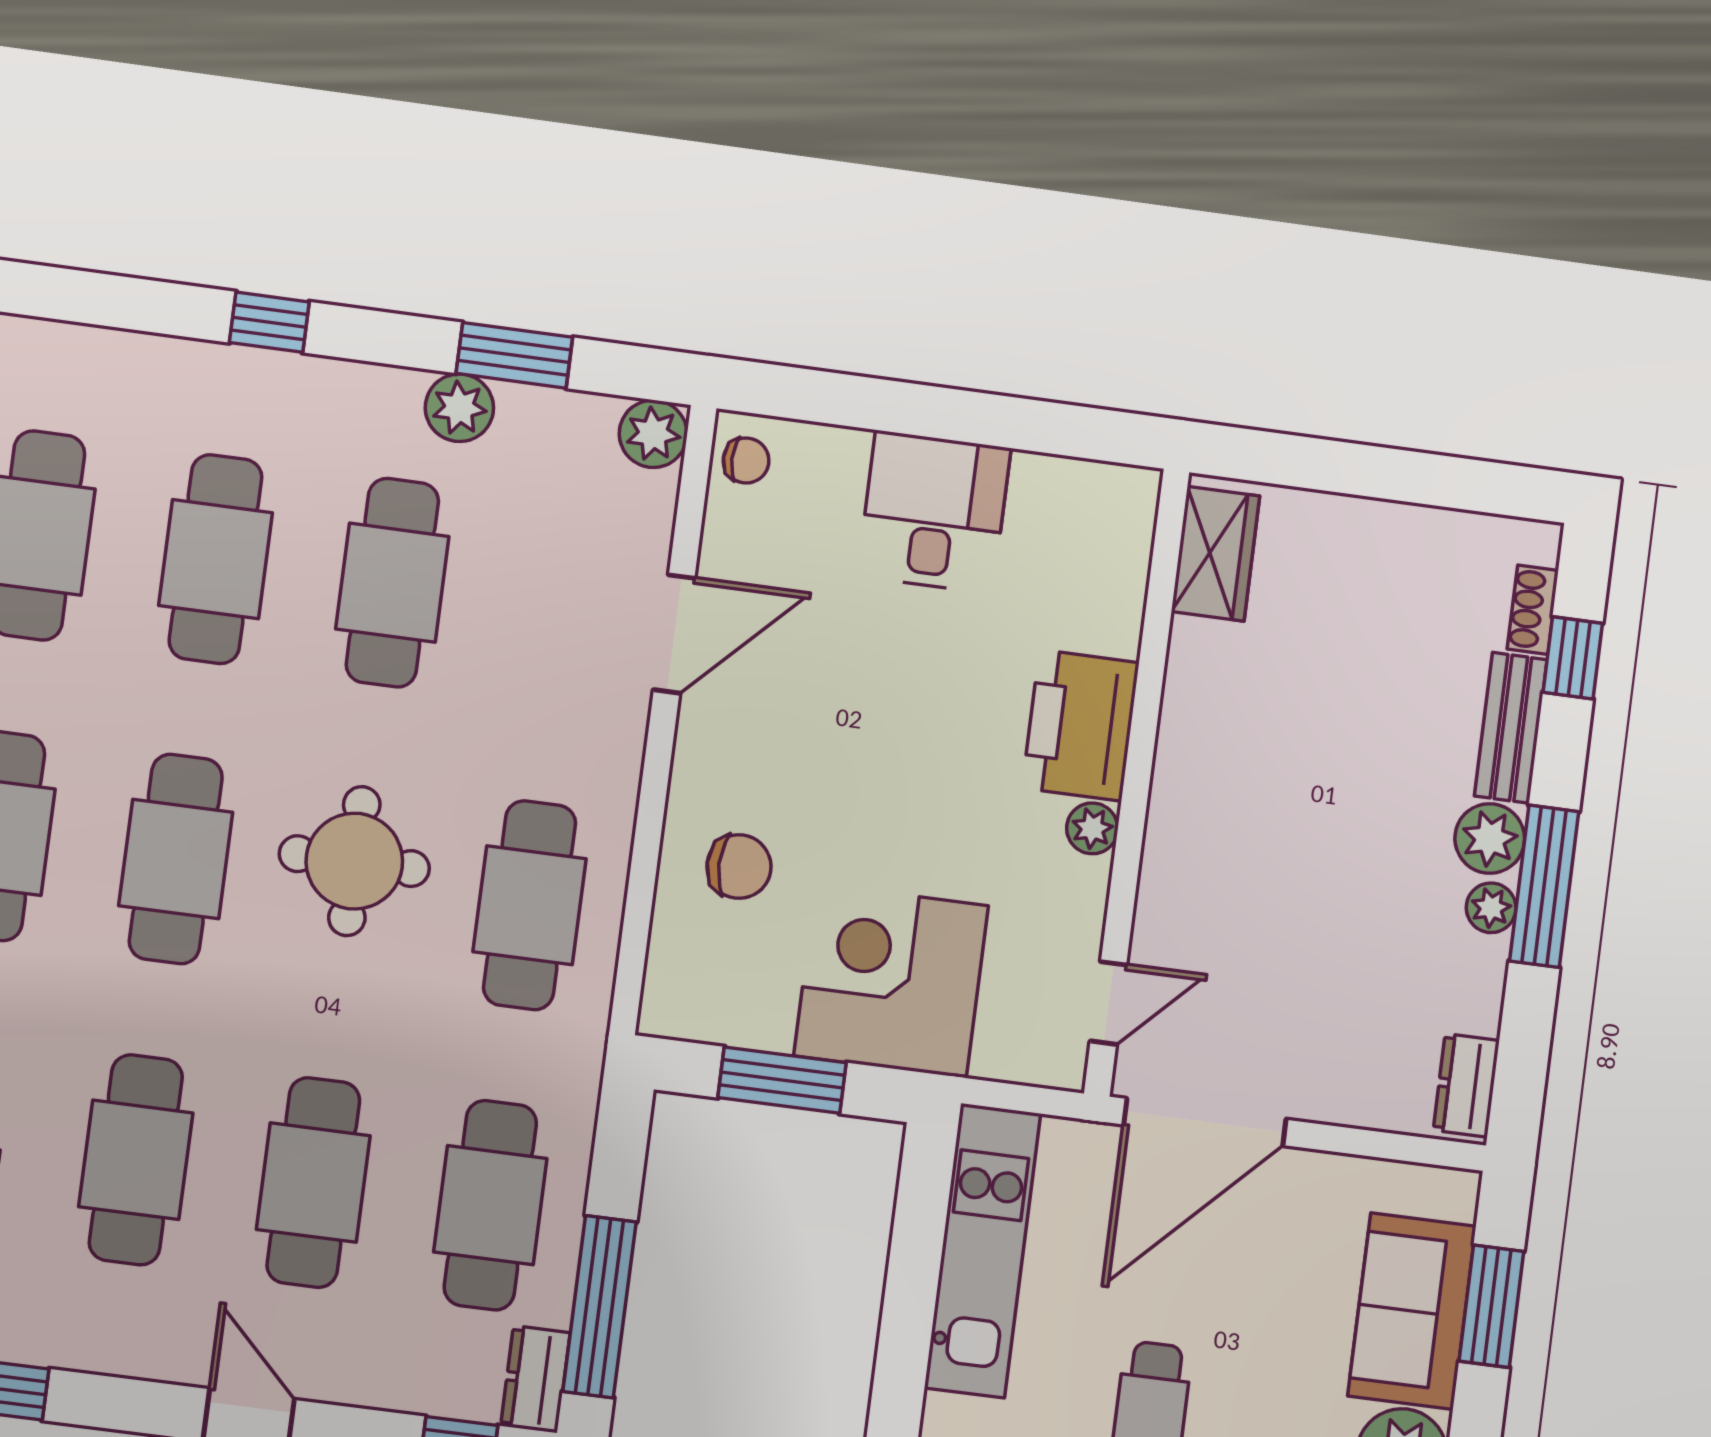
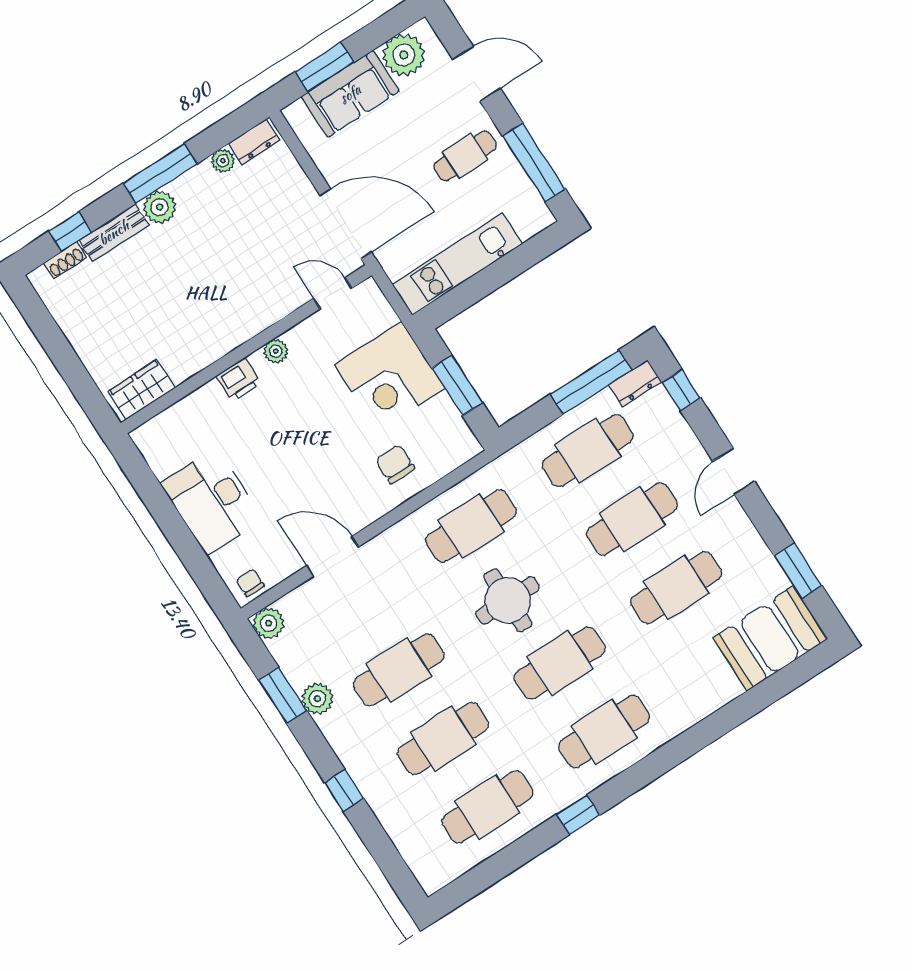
desk: (934, 512) -> (212, 501), width x1.37
printer: (1081, 725) -> (239, 380), width x0.53, depth x0.68
plant: (1491, 908) -> (223, 161), moved

